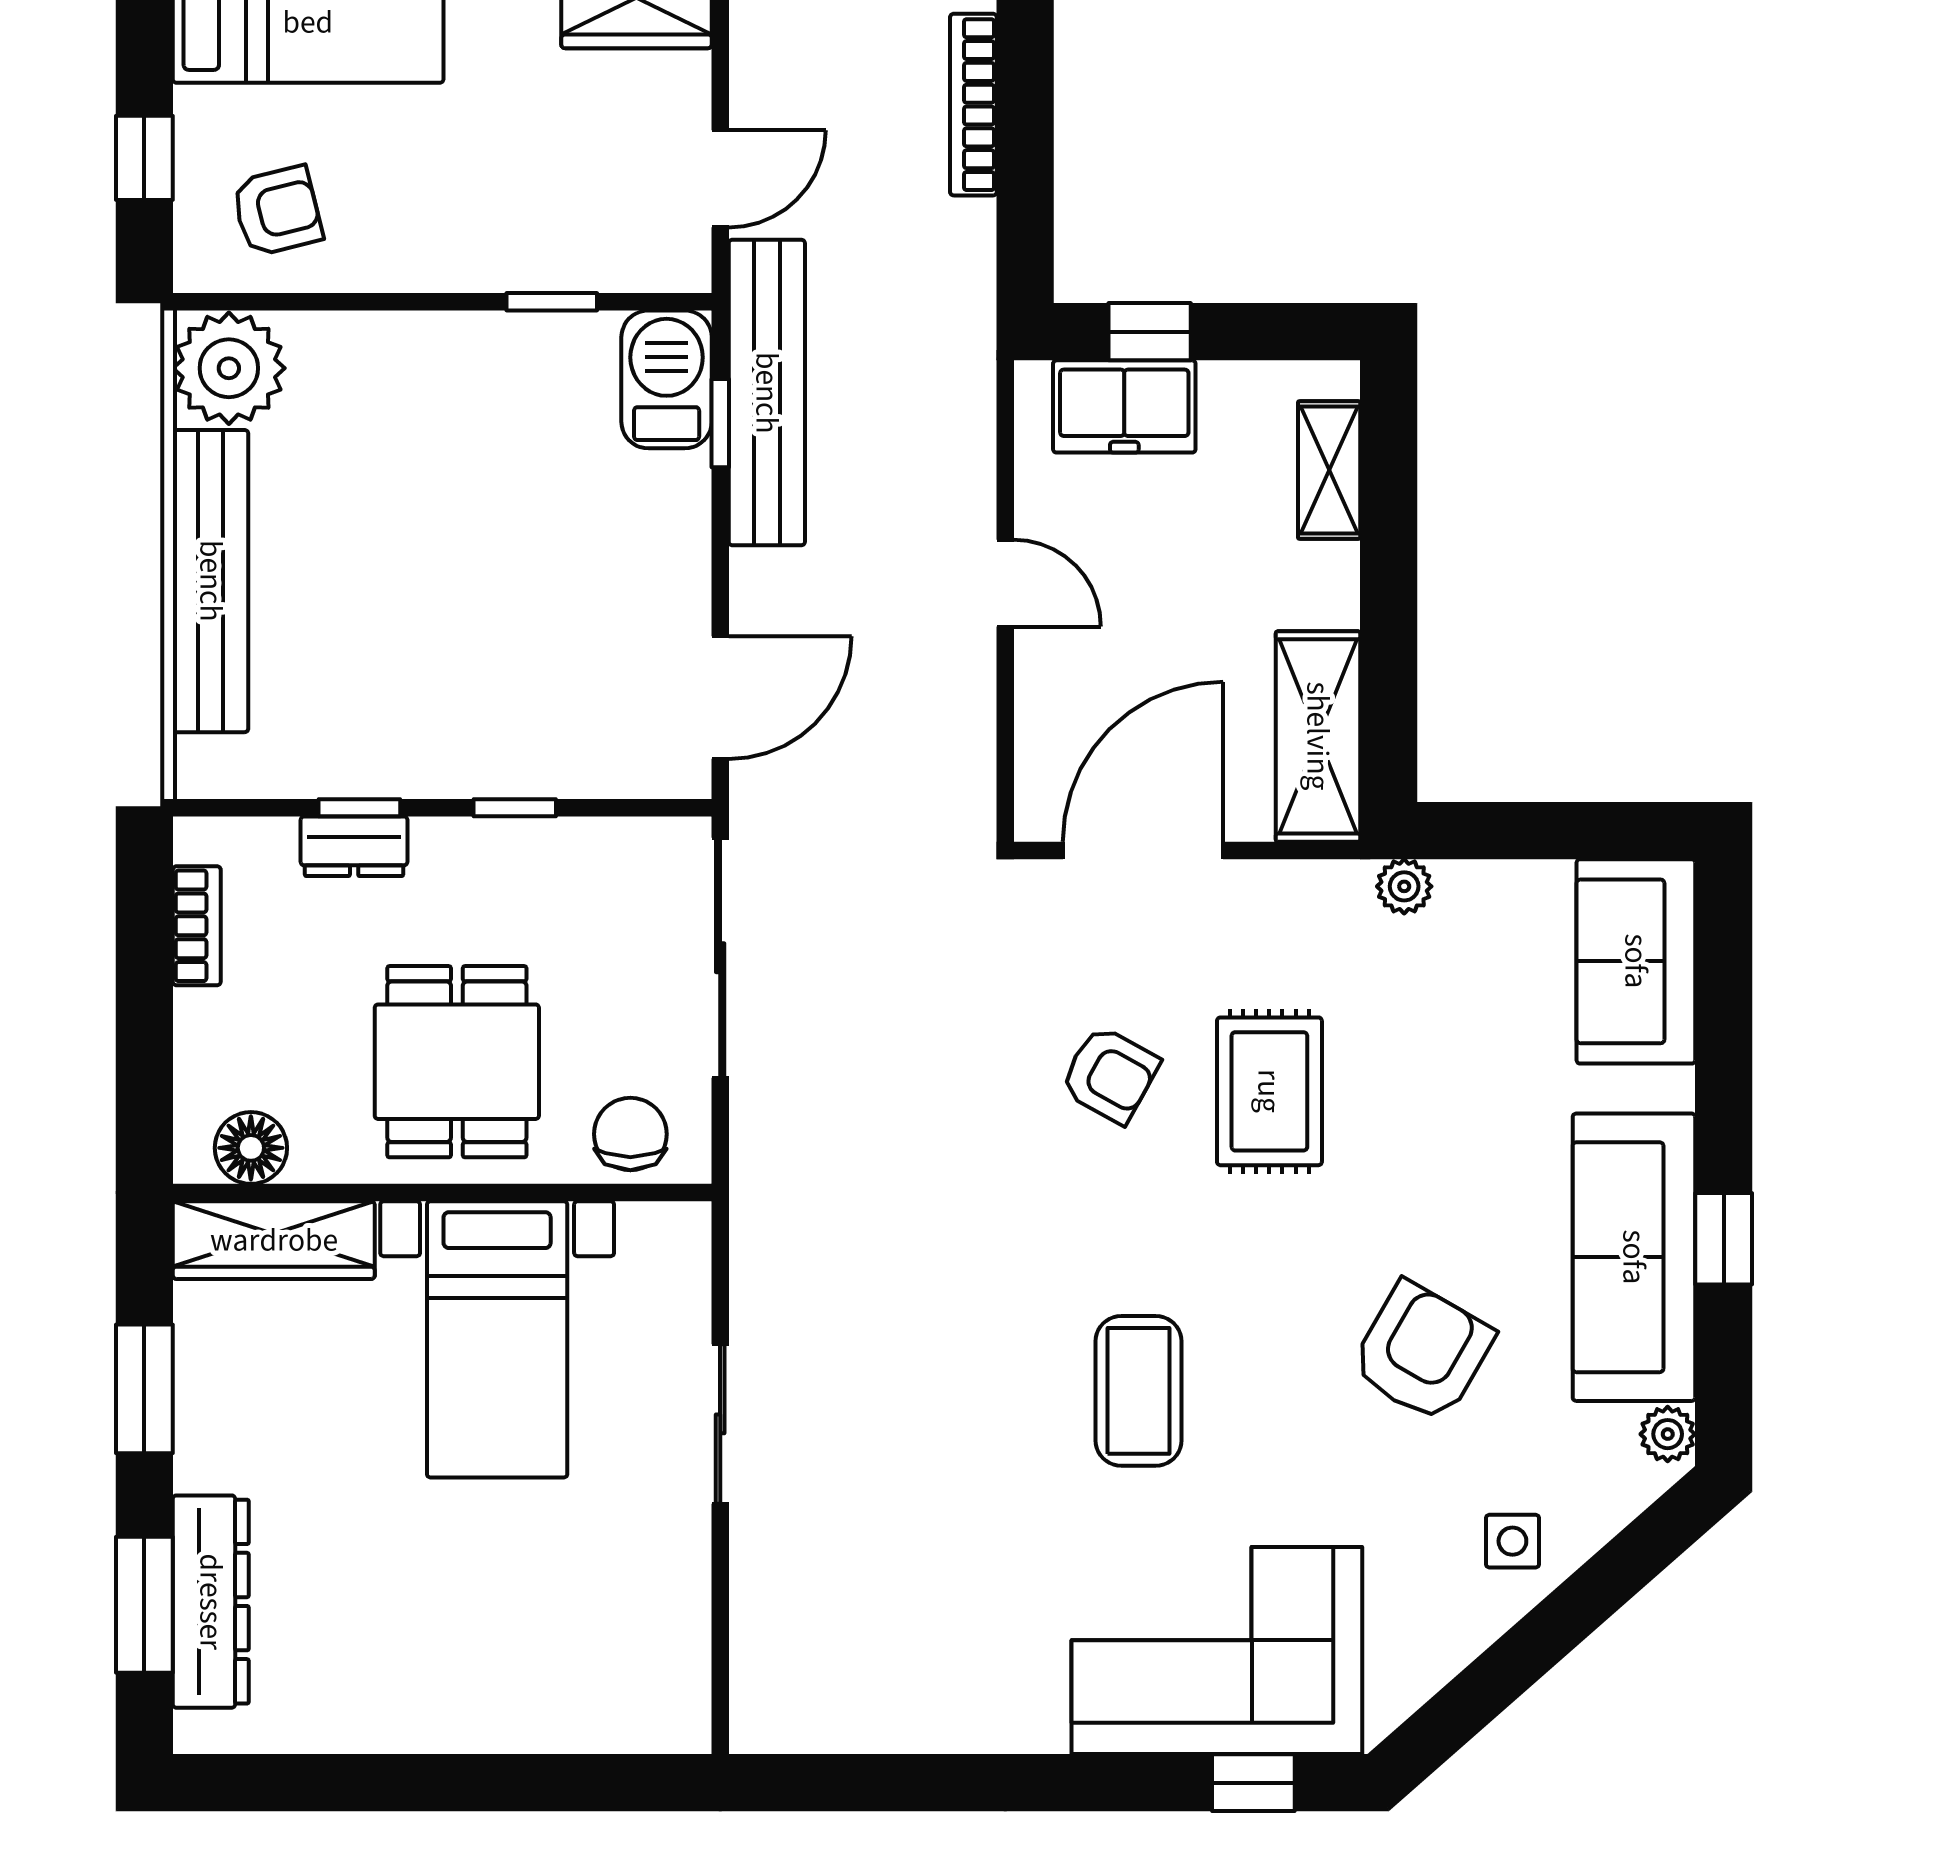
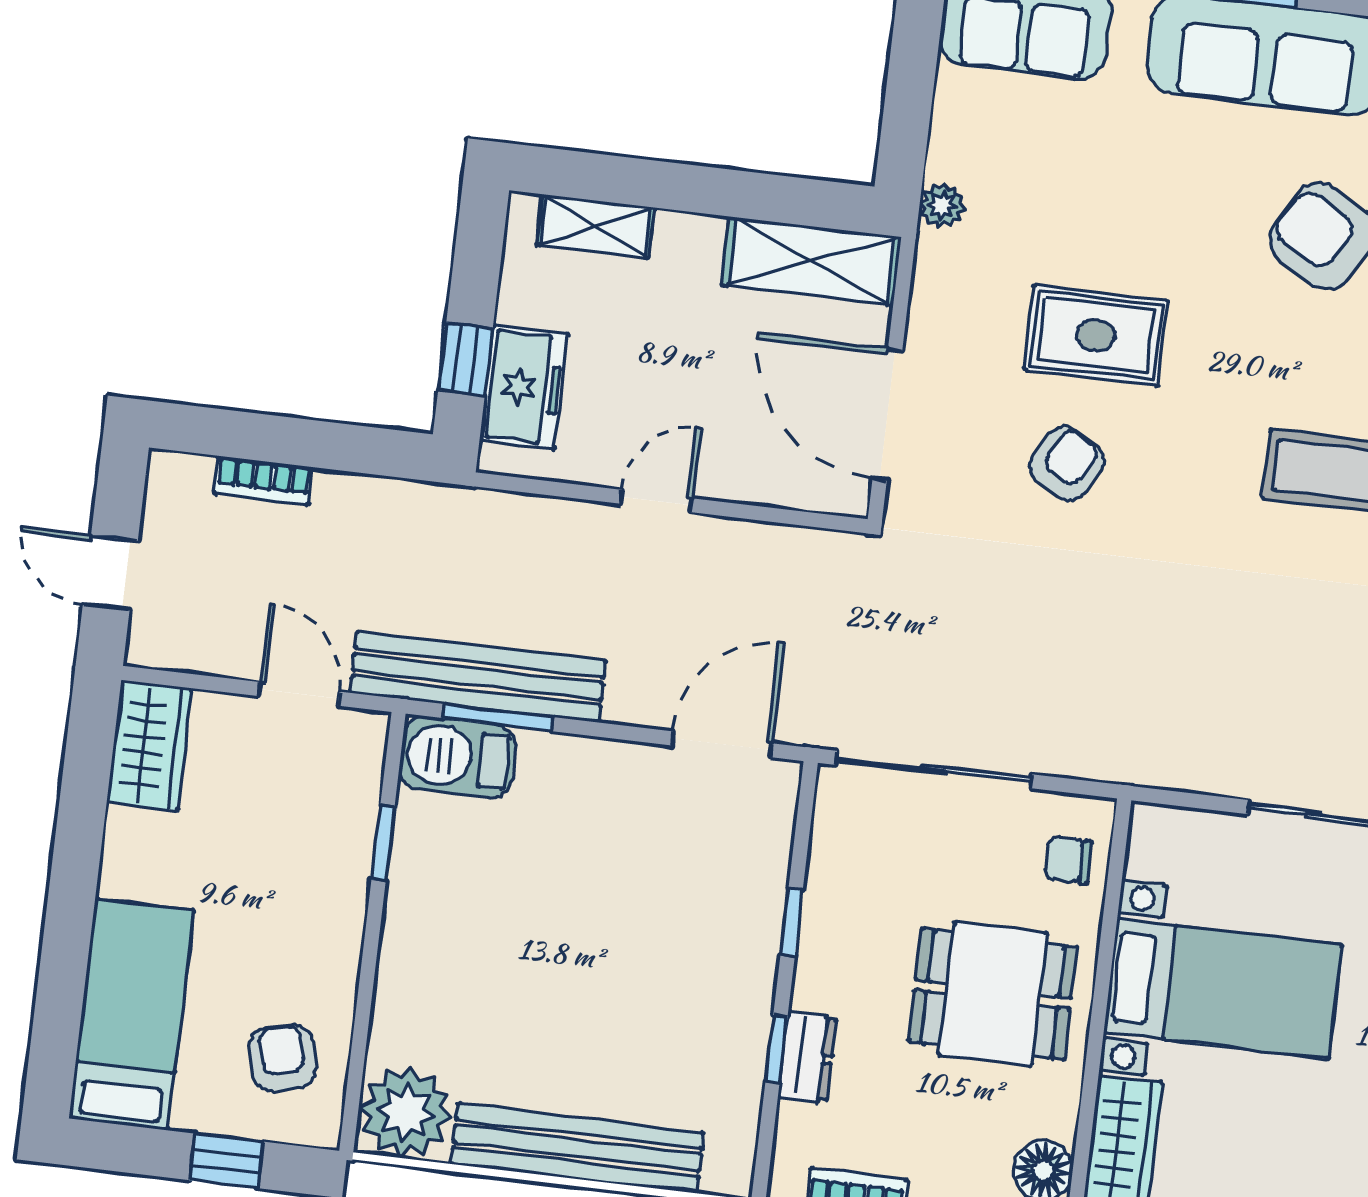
bookcase: (973, 105) -> (263, 480), width x0.64
window: (720, 423) -> (498, 718), width x1.50
door: (720, 698) -> (722, 744), hinge flipped
chair: (630, 1134) -> (1069, 860), width x0.73, depth x0.73

